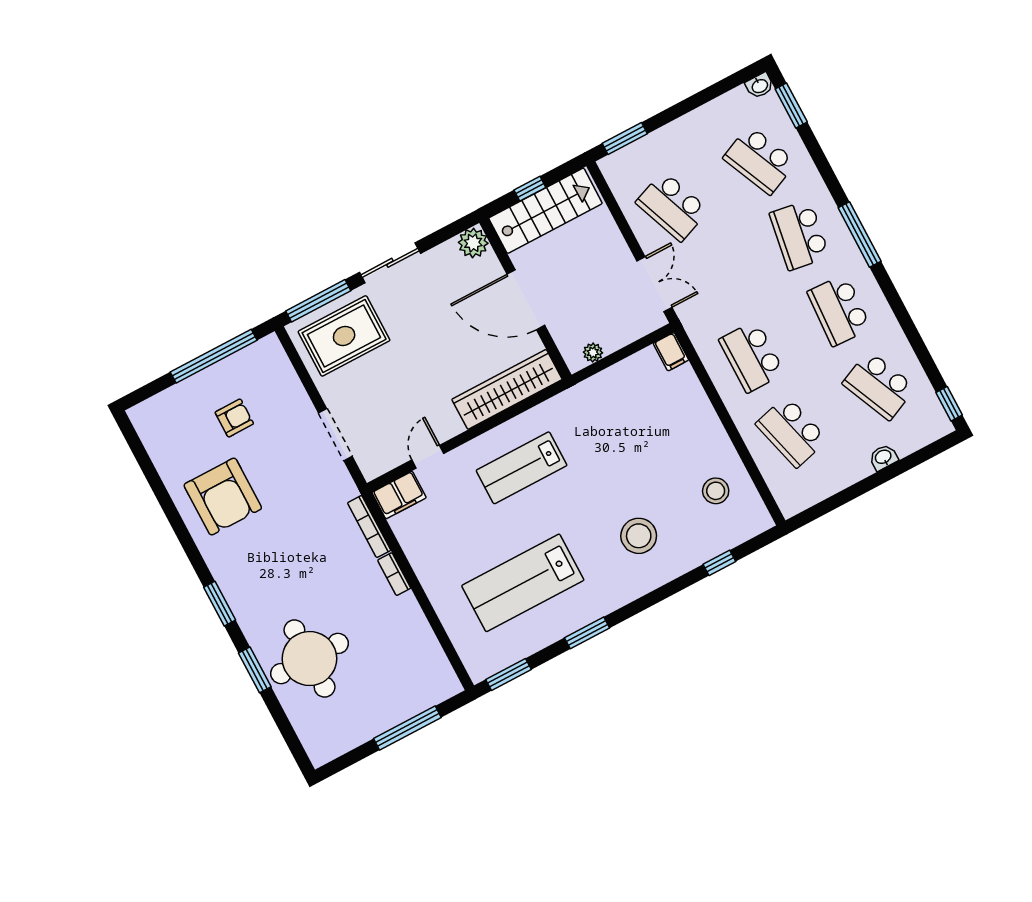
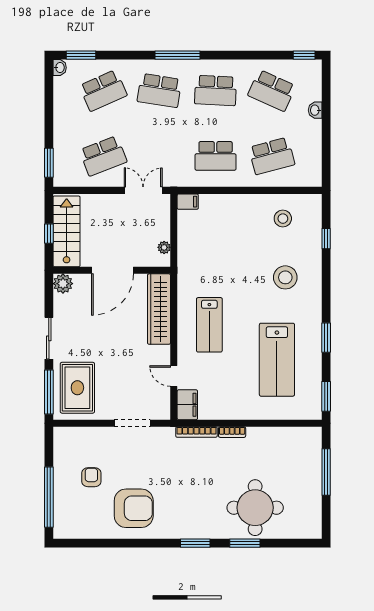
window: (214, 356) -> (49, 497), moved
school desk: (879, 385) -> (272, 90), turned 48

